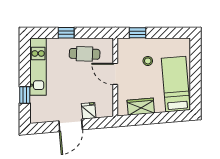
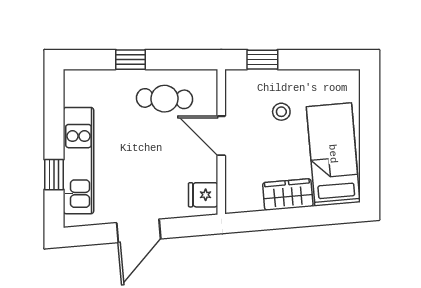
kitchen unit: (38, 67) -> (79, 161), moved
wardrobe: (141, 107) -> (288, 194), moved
fridge: (89, 111) -> (203, 195), moved, turned -85

